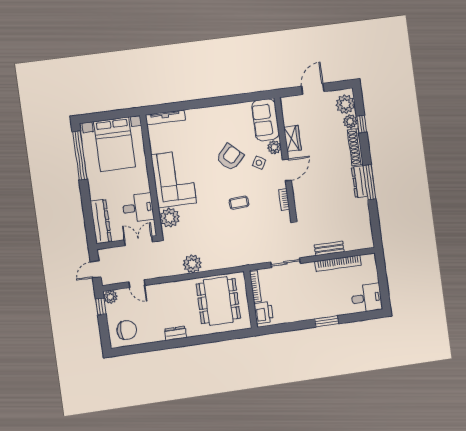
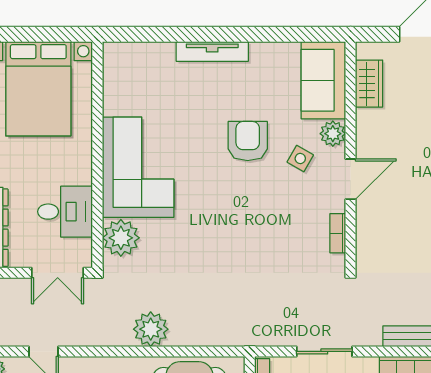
tv unit: (165, 117) -> (212, 52), moved
wardrobe: (292, 139) -> (369, 84), moved
armchair: (230, 157) -> (248, 141), turned -43
coffee table: (239, 203) -> (253, 228), removed
double door: (138, 241) -> (58, 273), swing flipped

